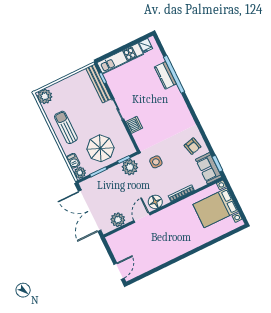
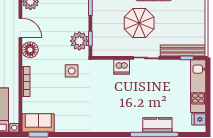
armchair: (193, 146) -> (70, 117), removed
parasol: (100, 148) -> (139, 23), moved

